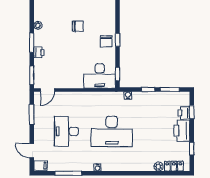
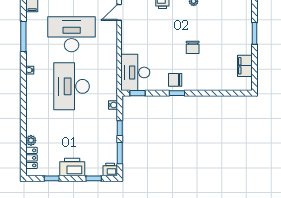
door: (47, 90) -> (119, 12), hinge flipped
printer: (184, 113) -> (110, 170), moved
desk: (66, 131) -> (72, 34), width x1.36, depth x1.30

